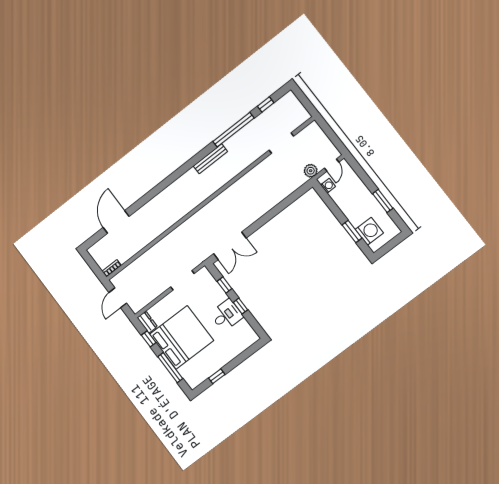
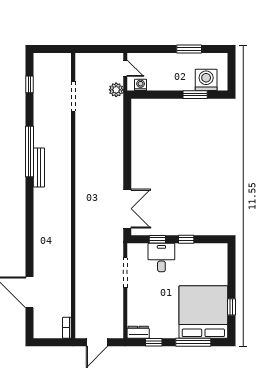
window: (233, 130) -> (29, 152), moved
door: (118, 298) -> (97, 342), hinge flipped
desk: (227, 315) -> (161, 258), moved
bed: (182, 337) -> (203, 312), moved

